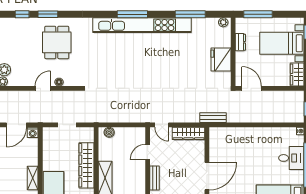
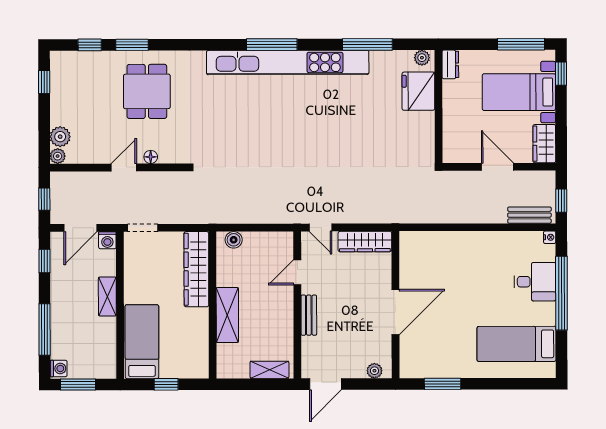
window: (258, 14) -> (521, 44), moved
dresser: (240, 42) -> (450, 64), moved
fridge: (221, 60) -> (418, 91), moved
door: (252, 88) -> (497, 167), moved
bench: (213, 118) -> (529, 215), moved
doorway: (67, 125) -> (143, 228), moved
wardrobe: (87, 165) -> (196, 269), moved
shelving: (33, 178) -> (107, 296), moved

